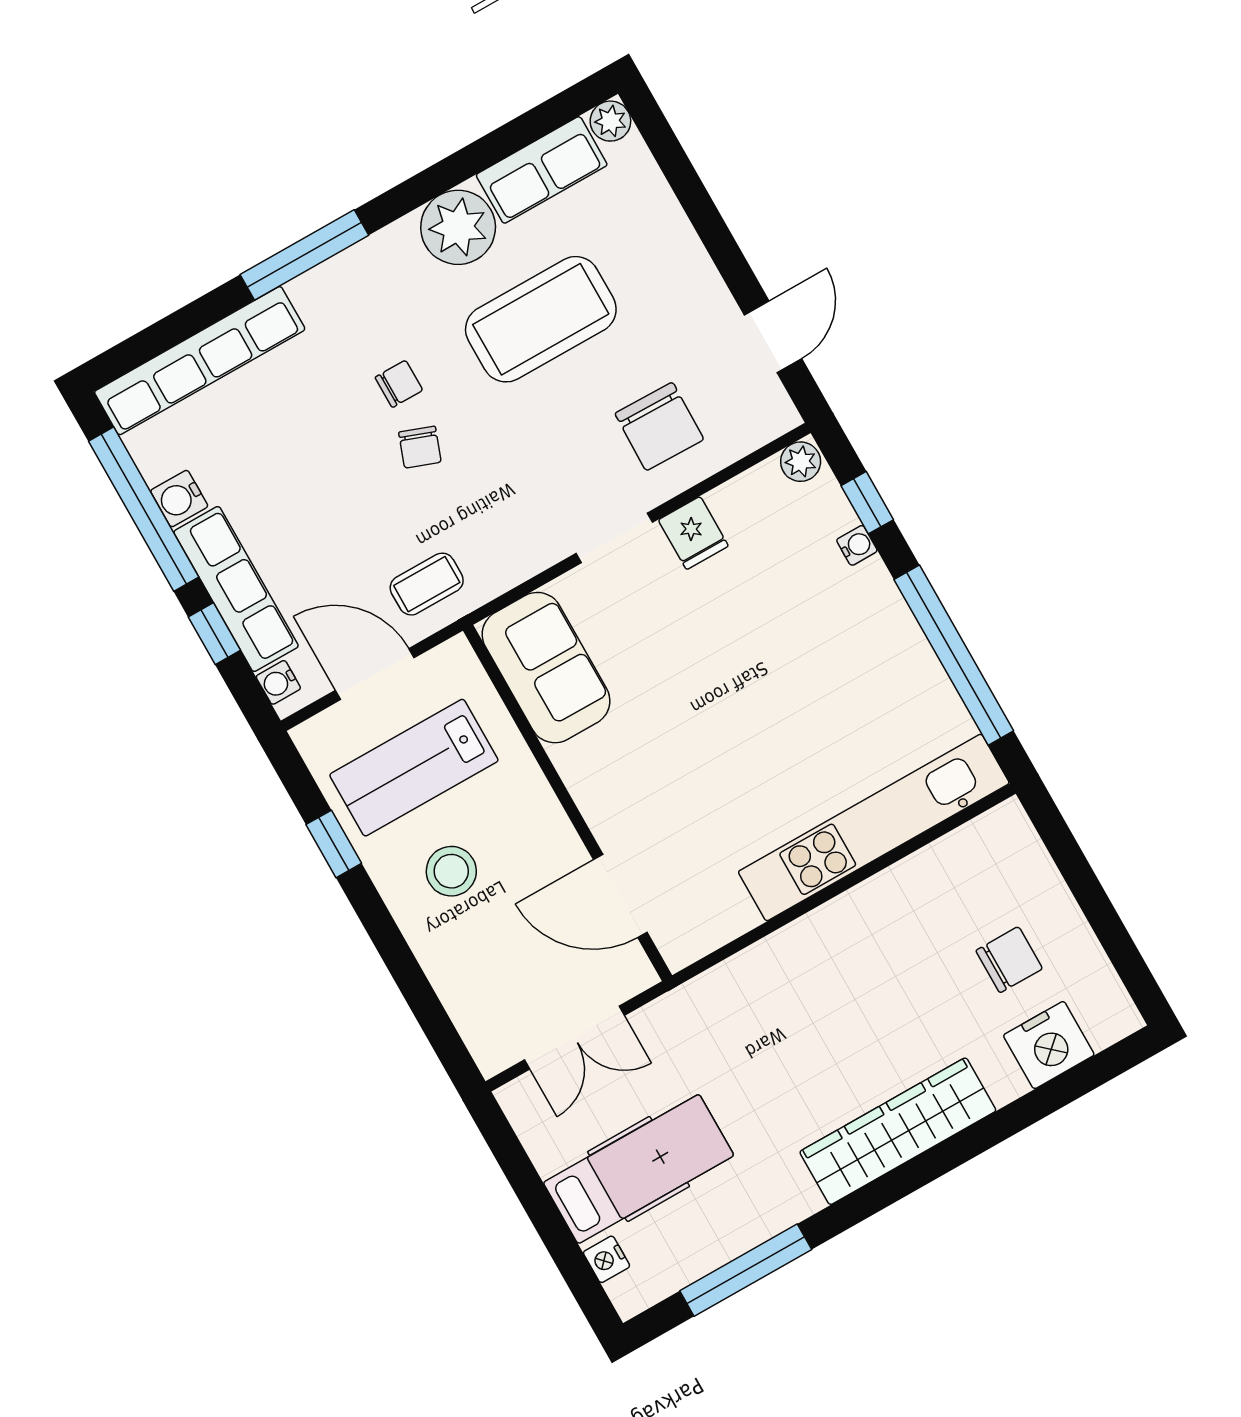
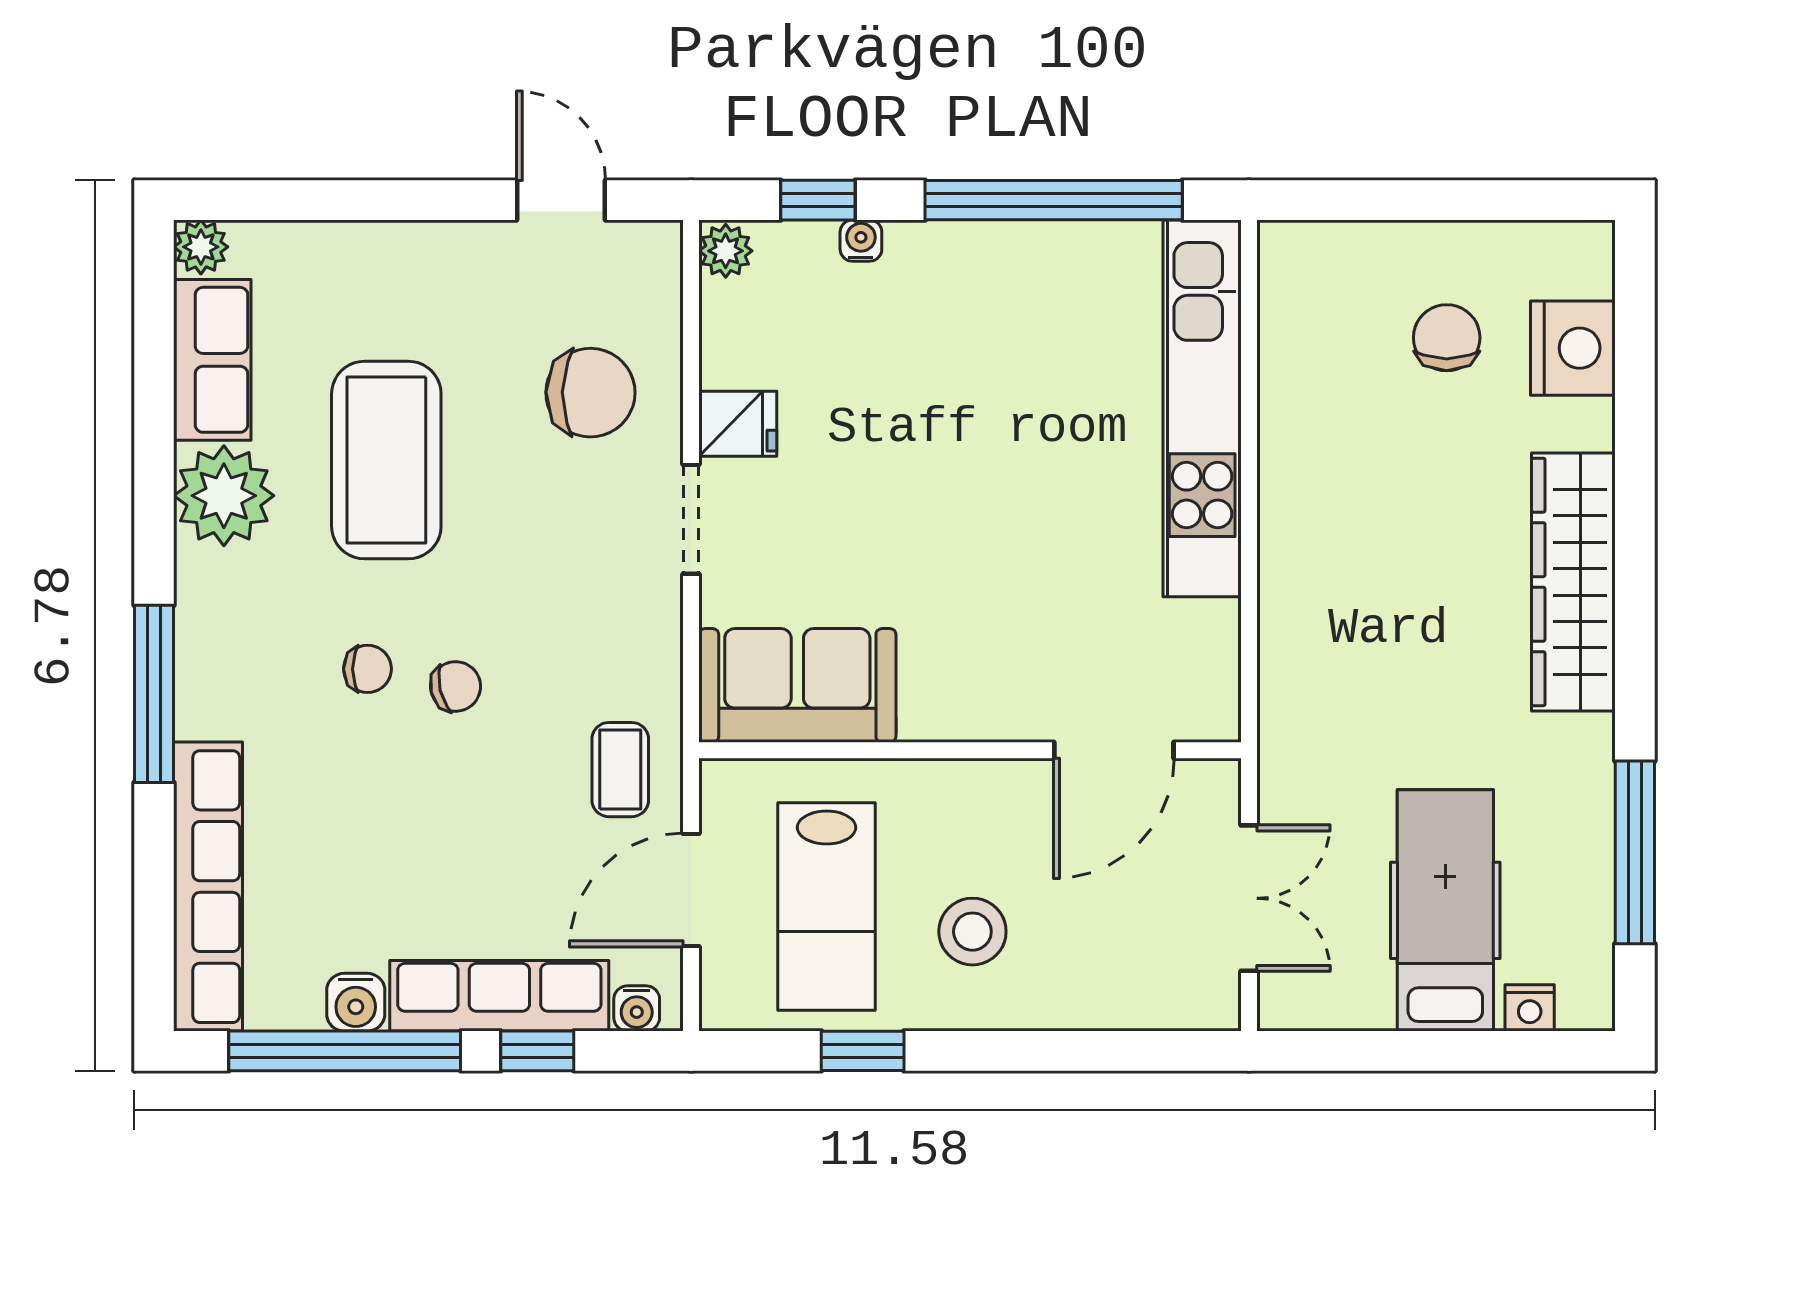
chair: (399, 384) -> (368, 669), turned 90
chair: (420, 447) -> (456, 686), turned -33

